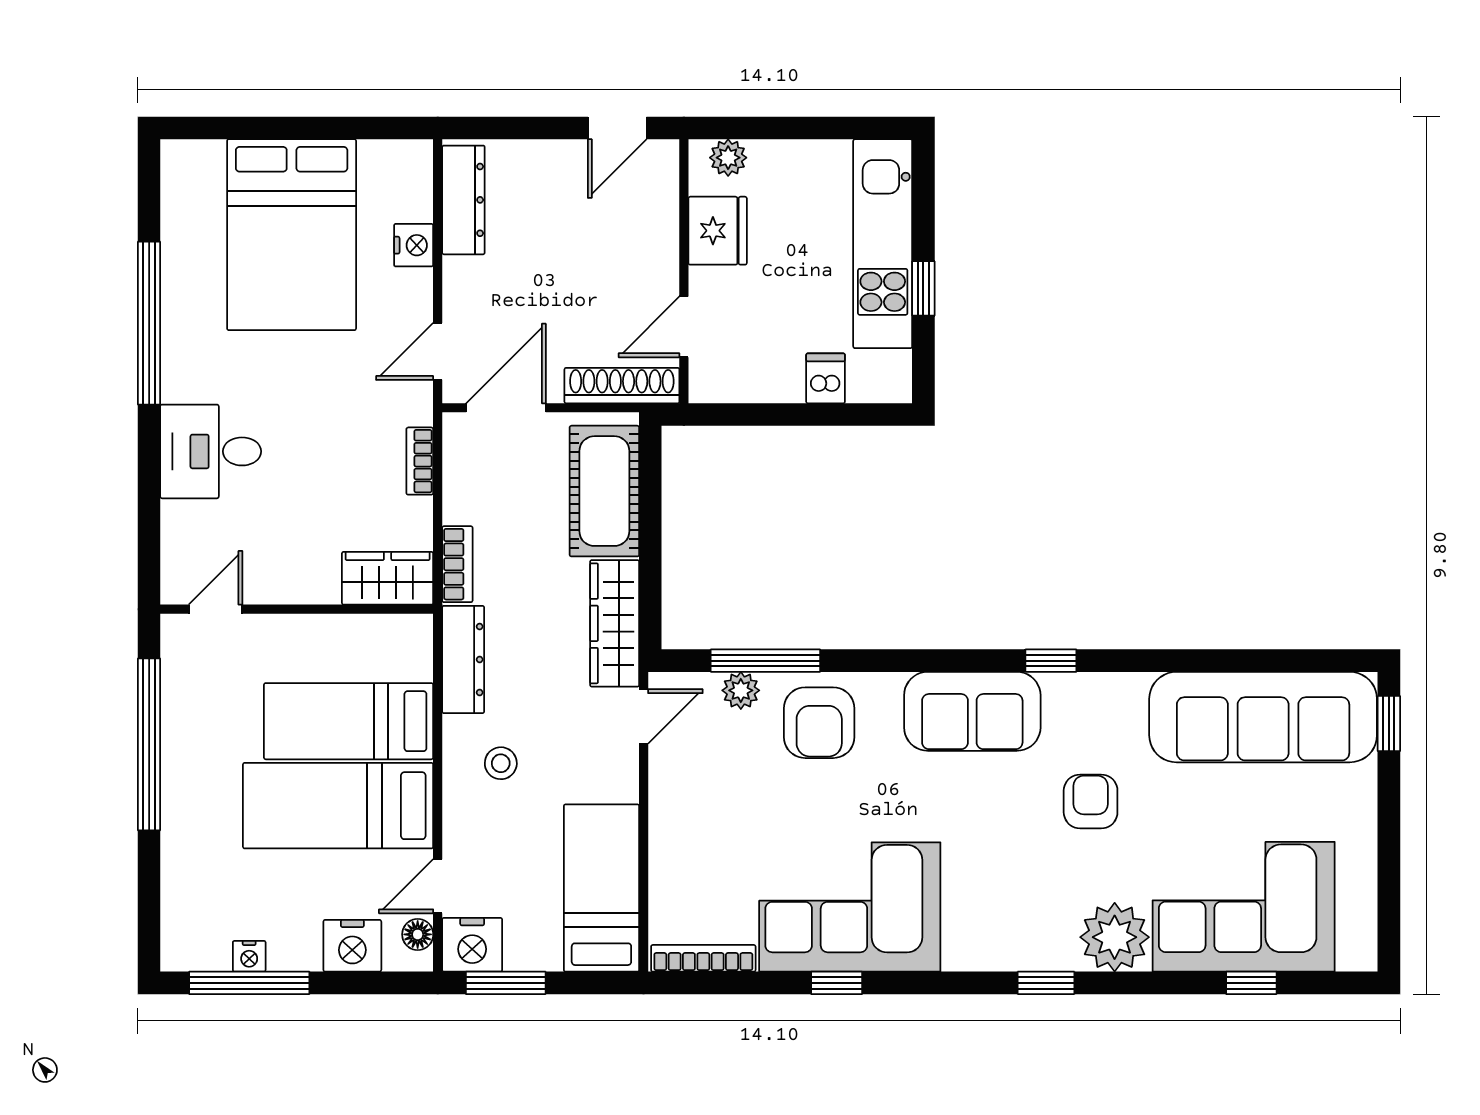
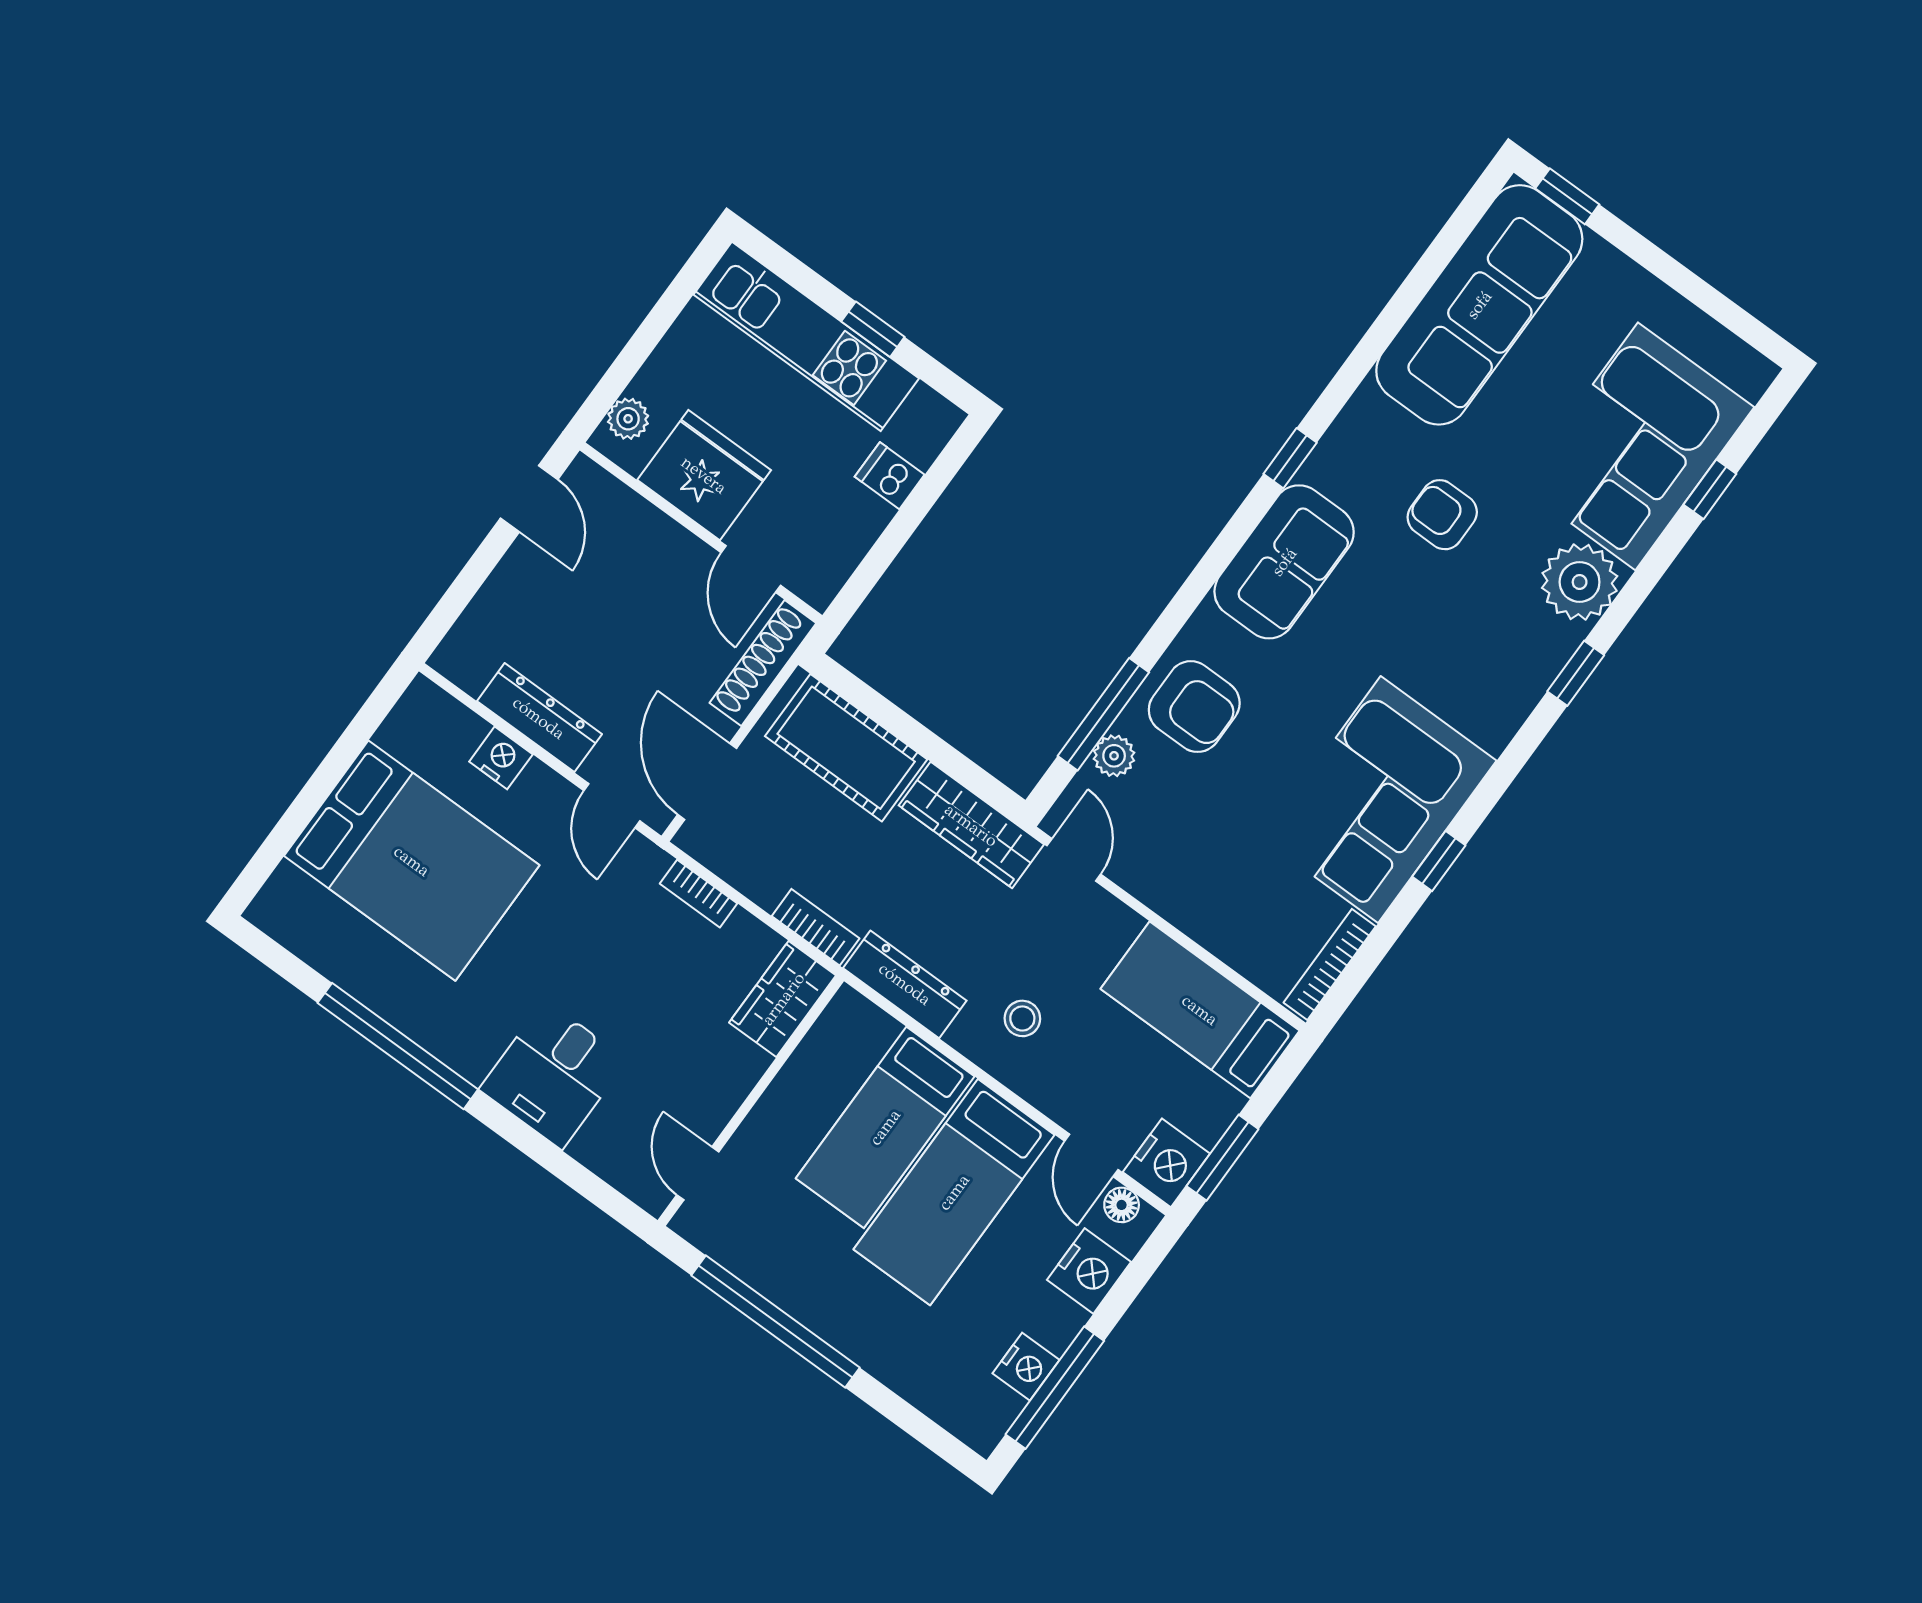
dresser: (463, 200) -> (539, 718), moved
fridge: (718, 231) -> (704, 475), width x1.36, depth x1.34
nightstand: (249, 956) -> (1026, 1367), width x1.39, depth x1.35

